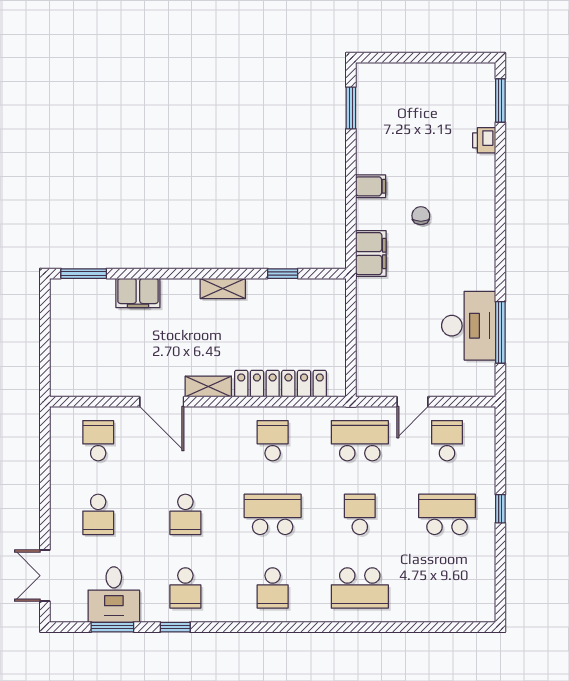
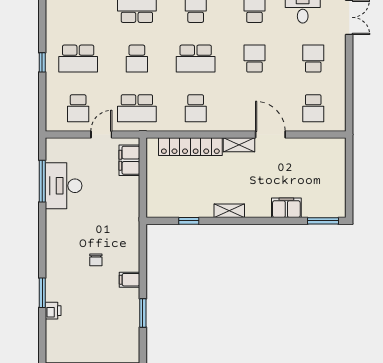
window: (500, 101) -> (42, 293), moved
window: (351, 108) -> (143, 313), moved
filing cabinet: (371, 254) -> (129, 160), moved

